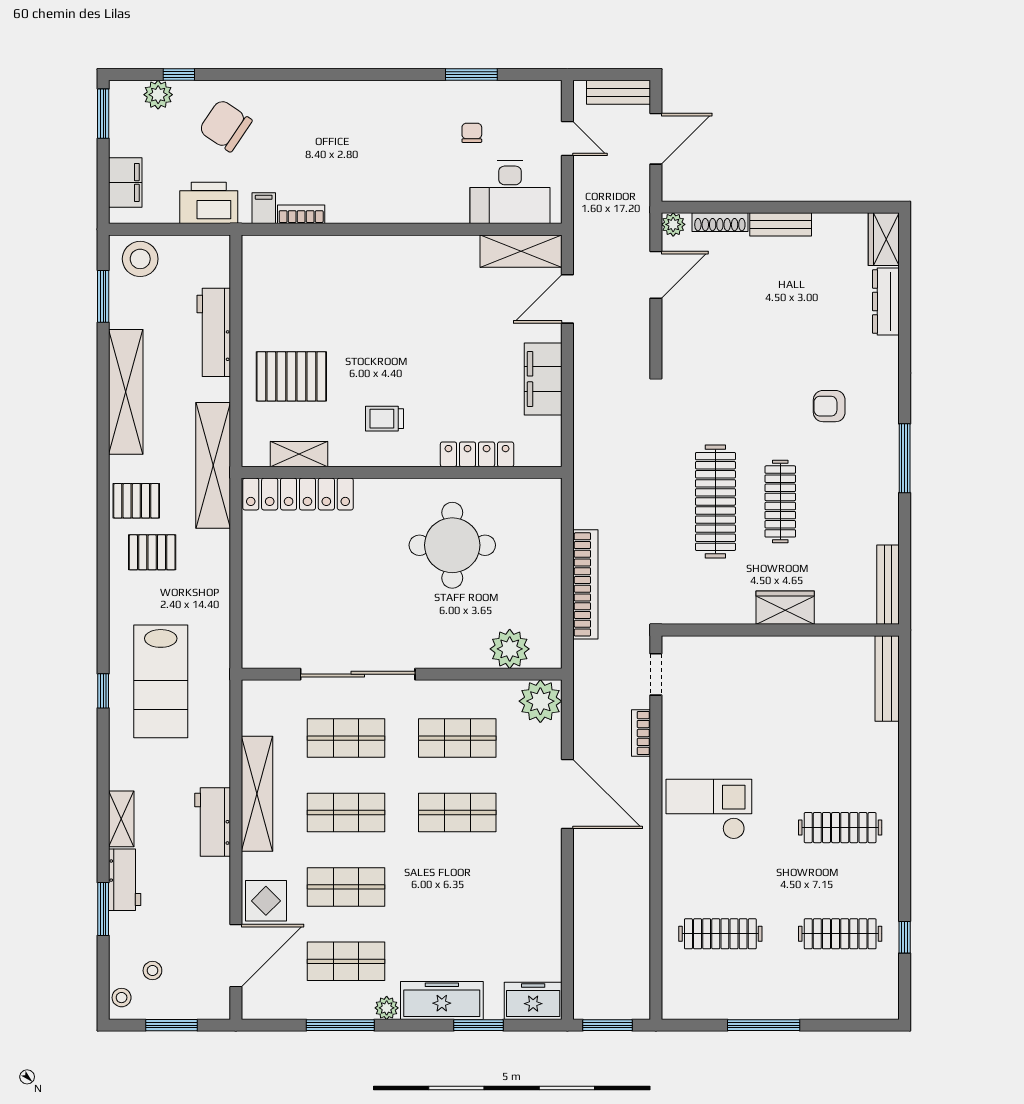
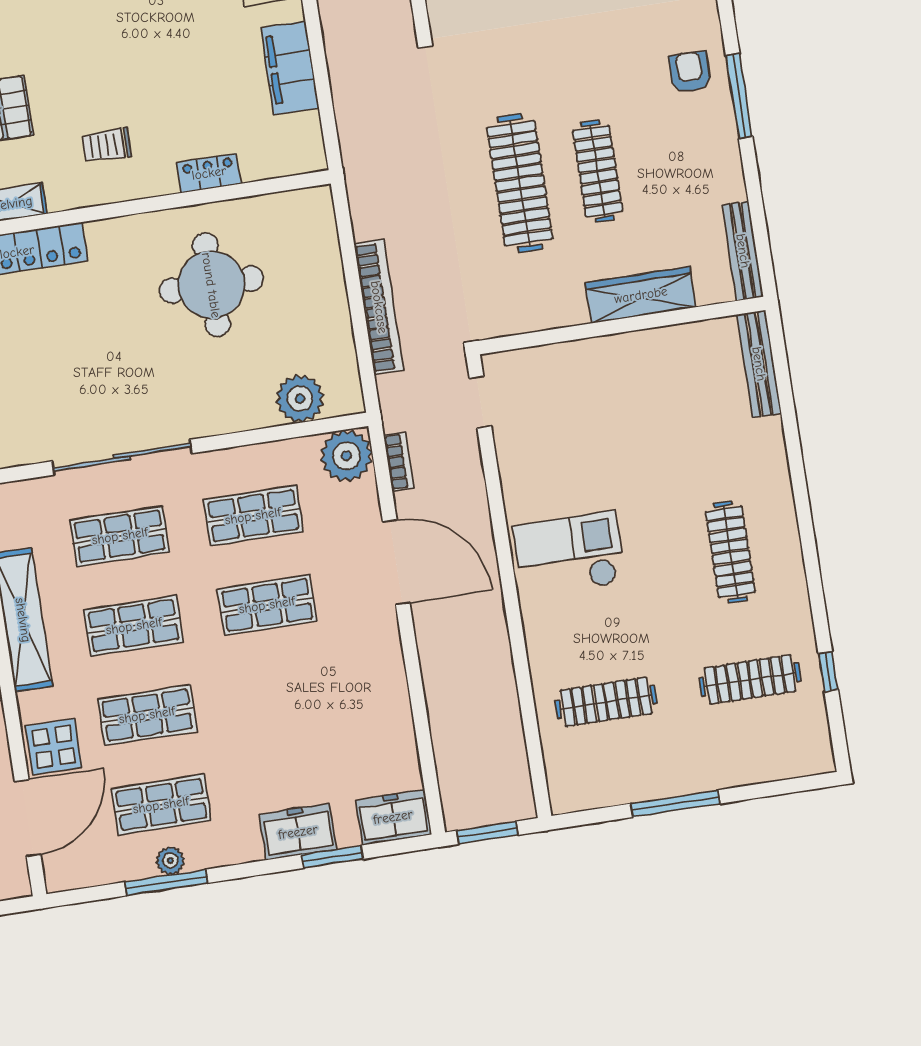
armchair: (829, 406) -> (690, 72), moved, turned 90
locker: (477, 454) -> (209, 173), width x0.66
wardrobe: (785, 608) -> (641, 295), width x1.50
bookcase: (641, 733) -> (399, 461), moved, turned 180
clothes rail: (840, 828) -> (730, 552), turned 90
freezer: (442, 1001) -> (298, 832), width x0.71
plant: (387, 1008) -> (170, 861), moved

